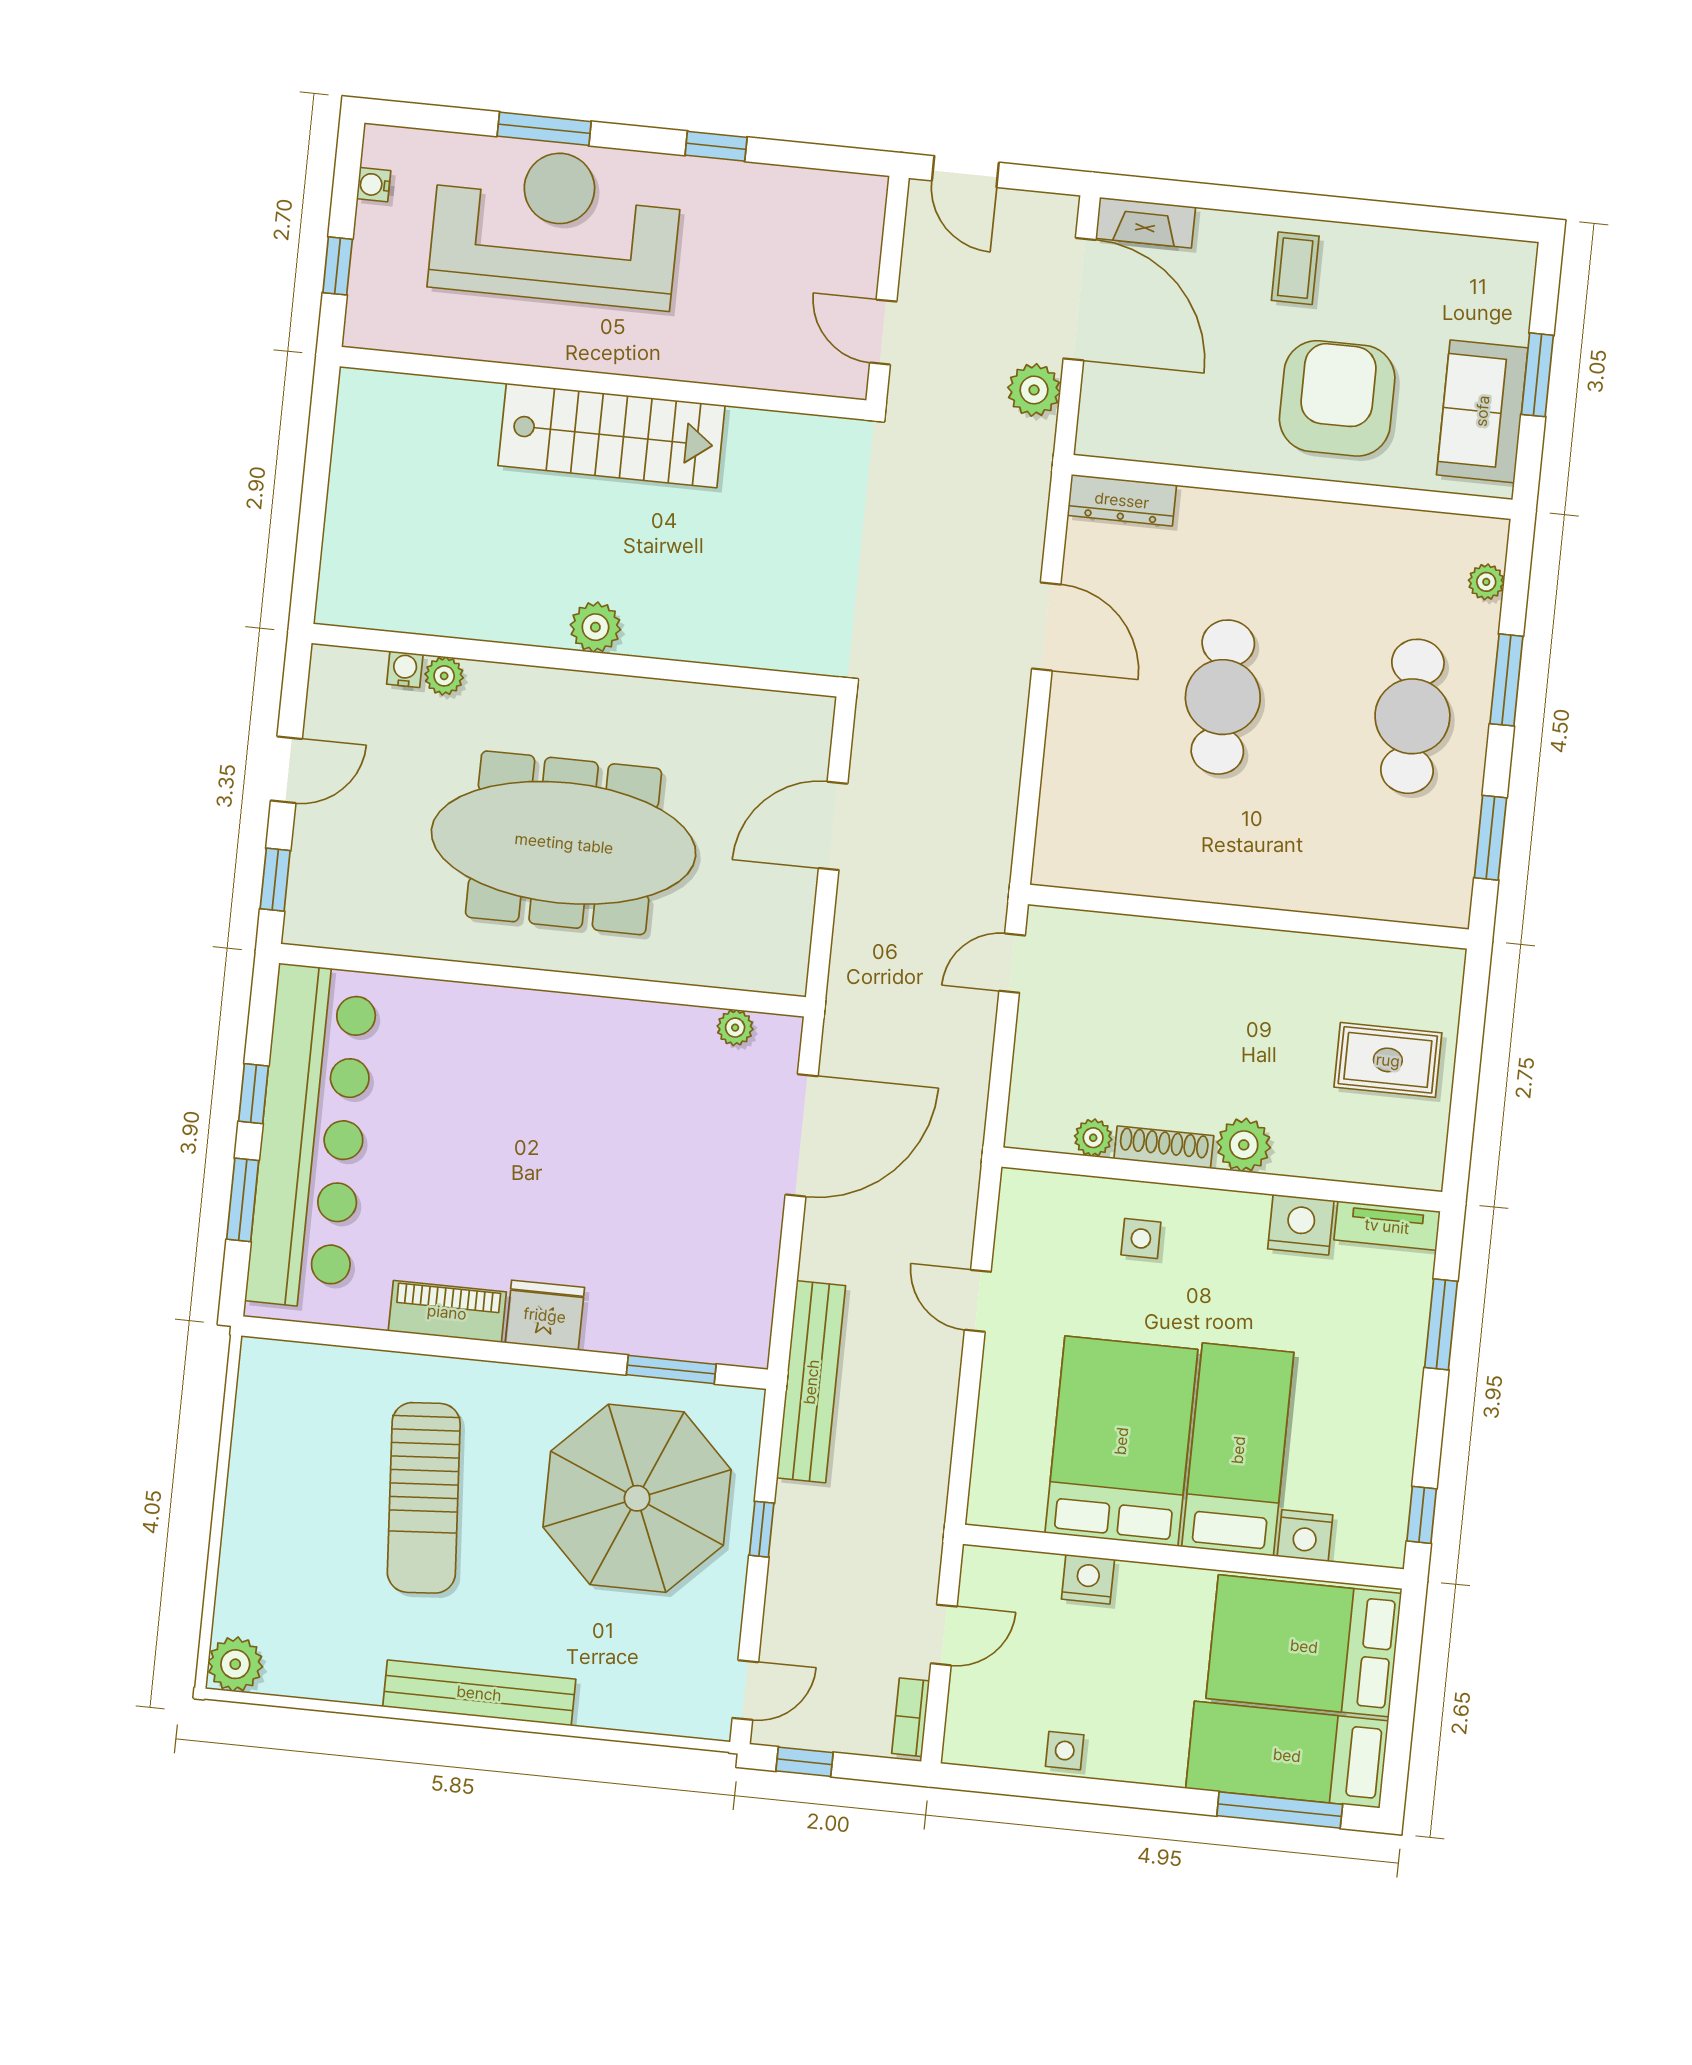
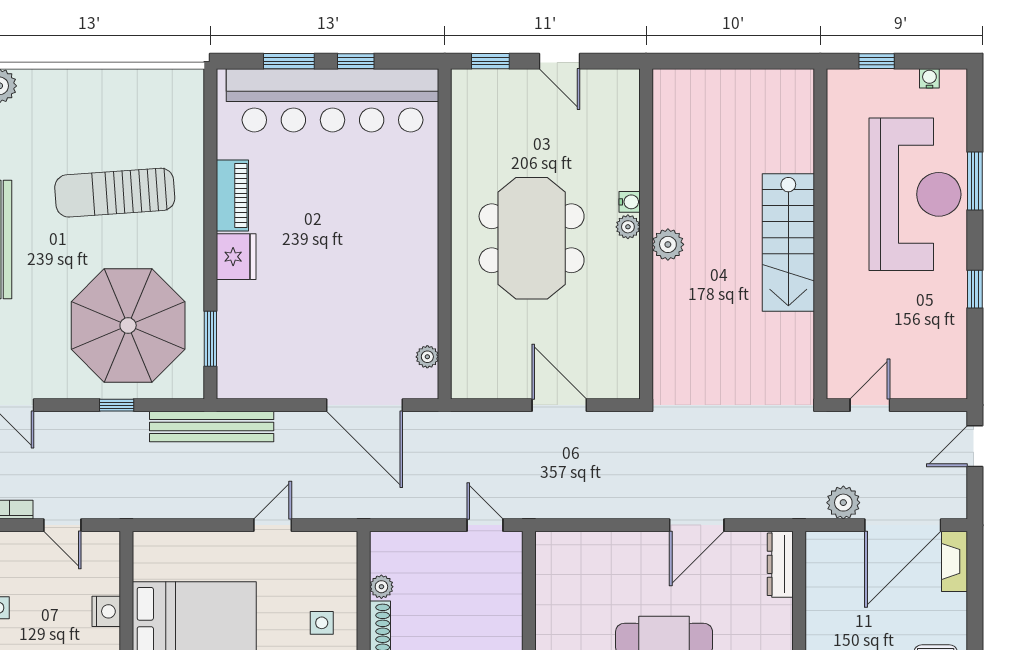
water cooler: (405, 669) -> (630, 202), moved
plant: (444, 676) -> (628, 227), moved
meeting table: (564, 843) -> (532, 238), width x0.73

